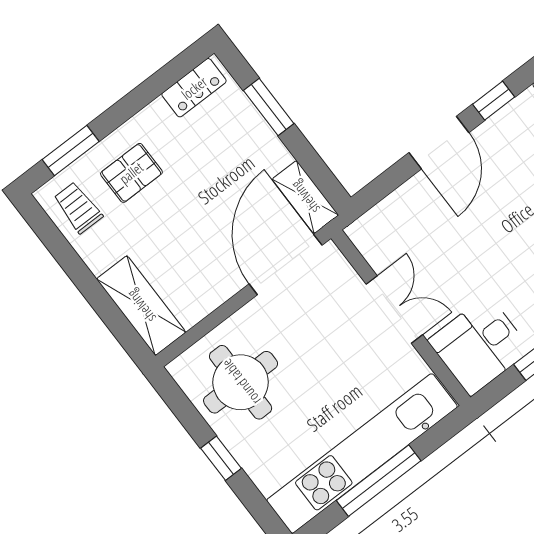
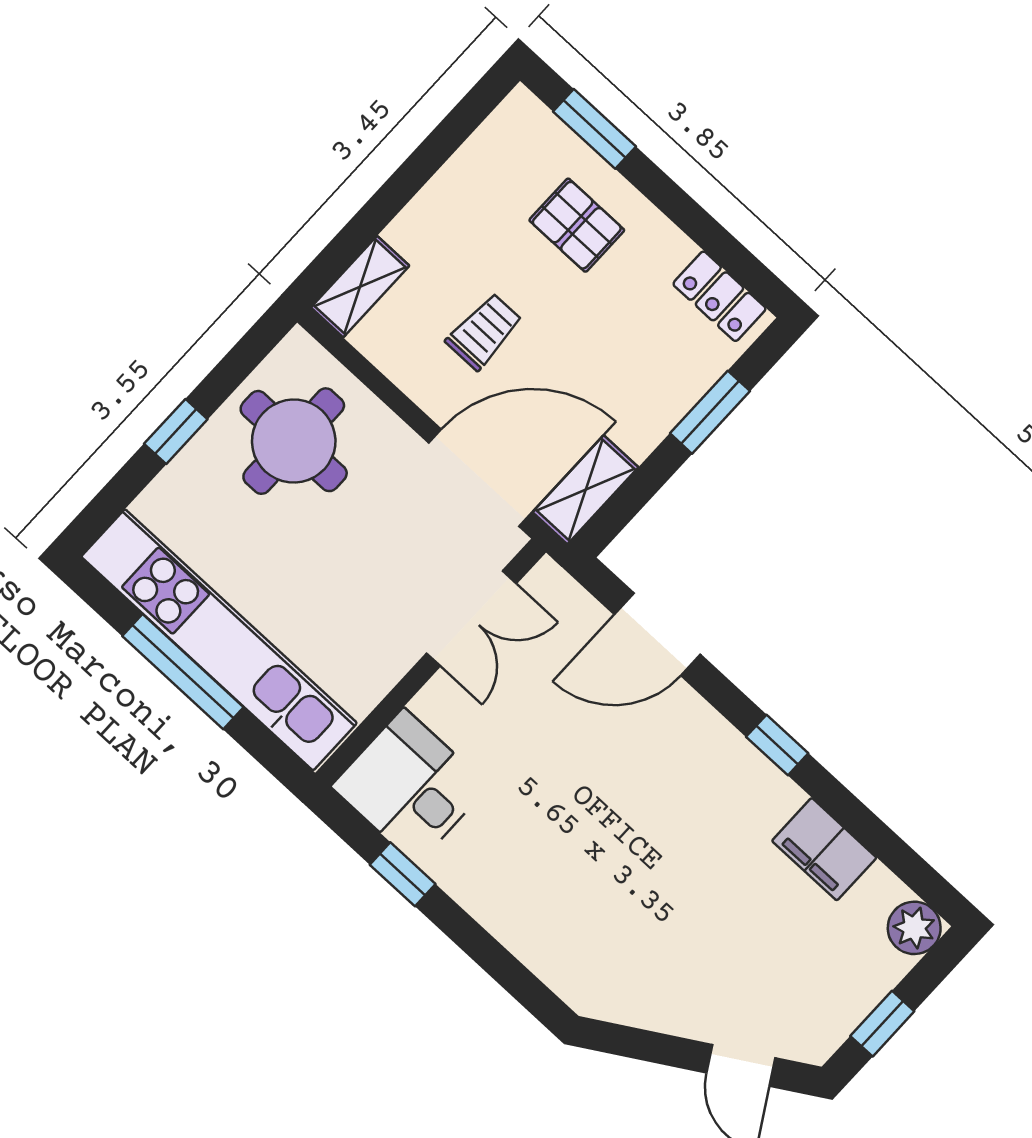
door: (439, 143) -> (657, 634), moved
trolley: (78, 208) -> (484, 331), moved
shelving: (141, 306) -> (360, 287), width x0.67, depth x0.75
double door: (394, 309) -> (471, 618), moved

